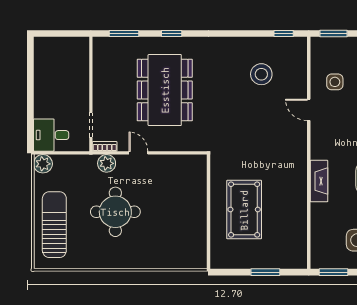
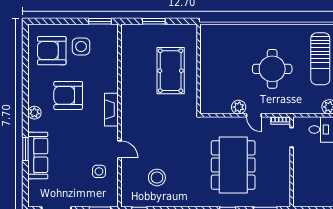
plant: (107, 163) -> (239, 107), moved
fireplace: (319, 181) -> (111, 110), moved

